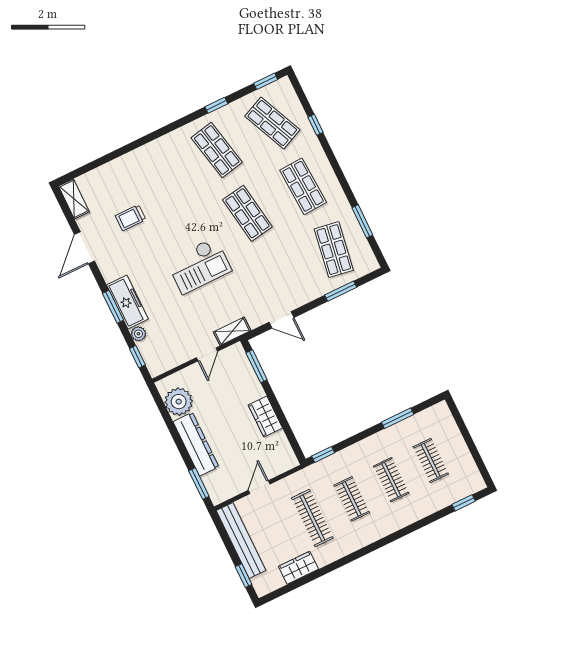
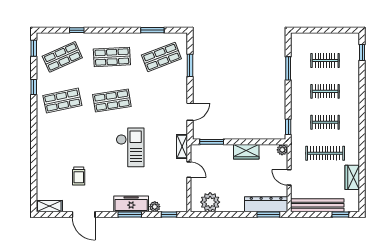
shop shelf: (334, 250) -> (161, 57), turned -30
dresser: (196, 444) -> (266, 204), moved
plant: (290, 461) -> (282, 150), added

